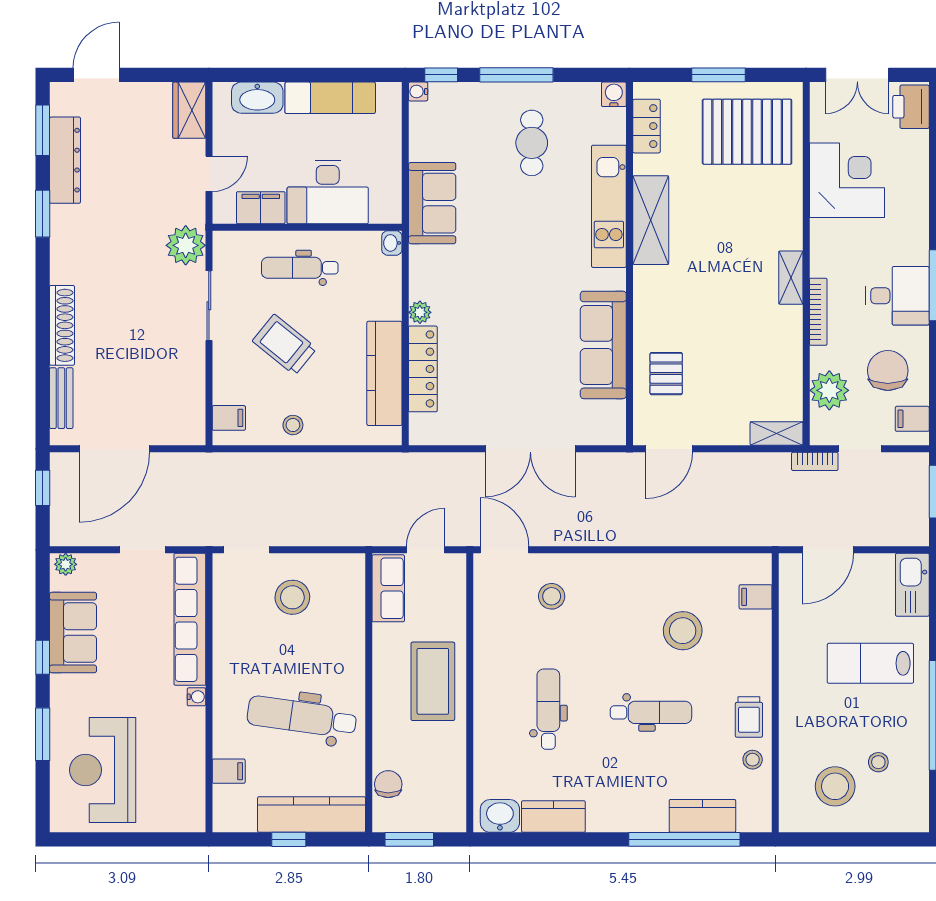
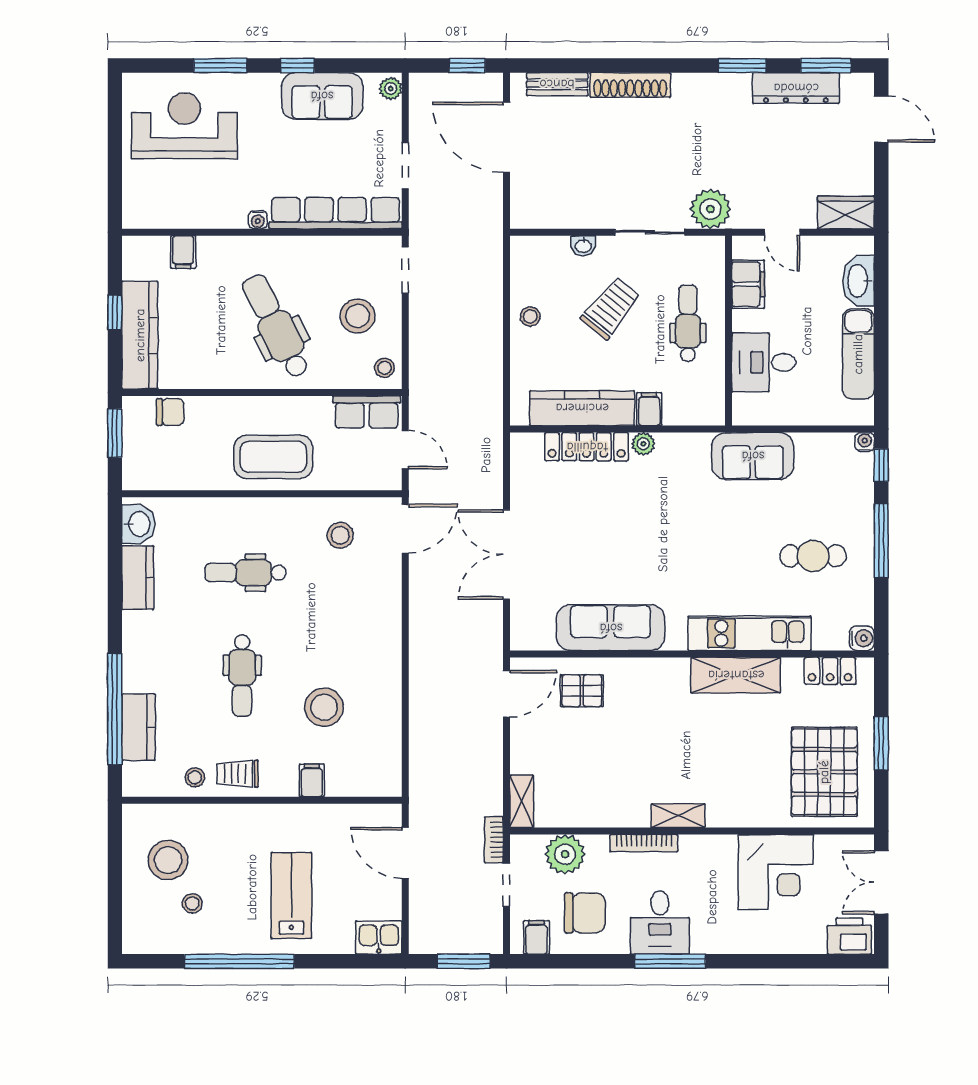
desk: (328, 192) -> (764, 362), width x0.73
washbasin: (392, 243) -> (583, 246), moved, turned 180
filing cabinet: (229, 418) -> (649, 409), moved, turned 180
door: (669, 449) -> (506, 694), swing flipped
stool: (344, 570) -> (385, 368), added
kitchen sink: (912, 585) -> (379, 938), width x0.73
stool: (552, 596) -> (340, 535), moved
filing cabinet: (756, 597) -> (312, 780), moved
dental chair: (548, 709) -> (245, 573), turned 180
dental chair: (302, 717) -> (276, 326), moved, turned -35

